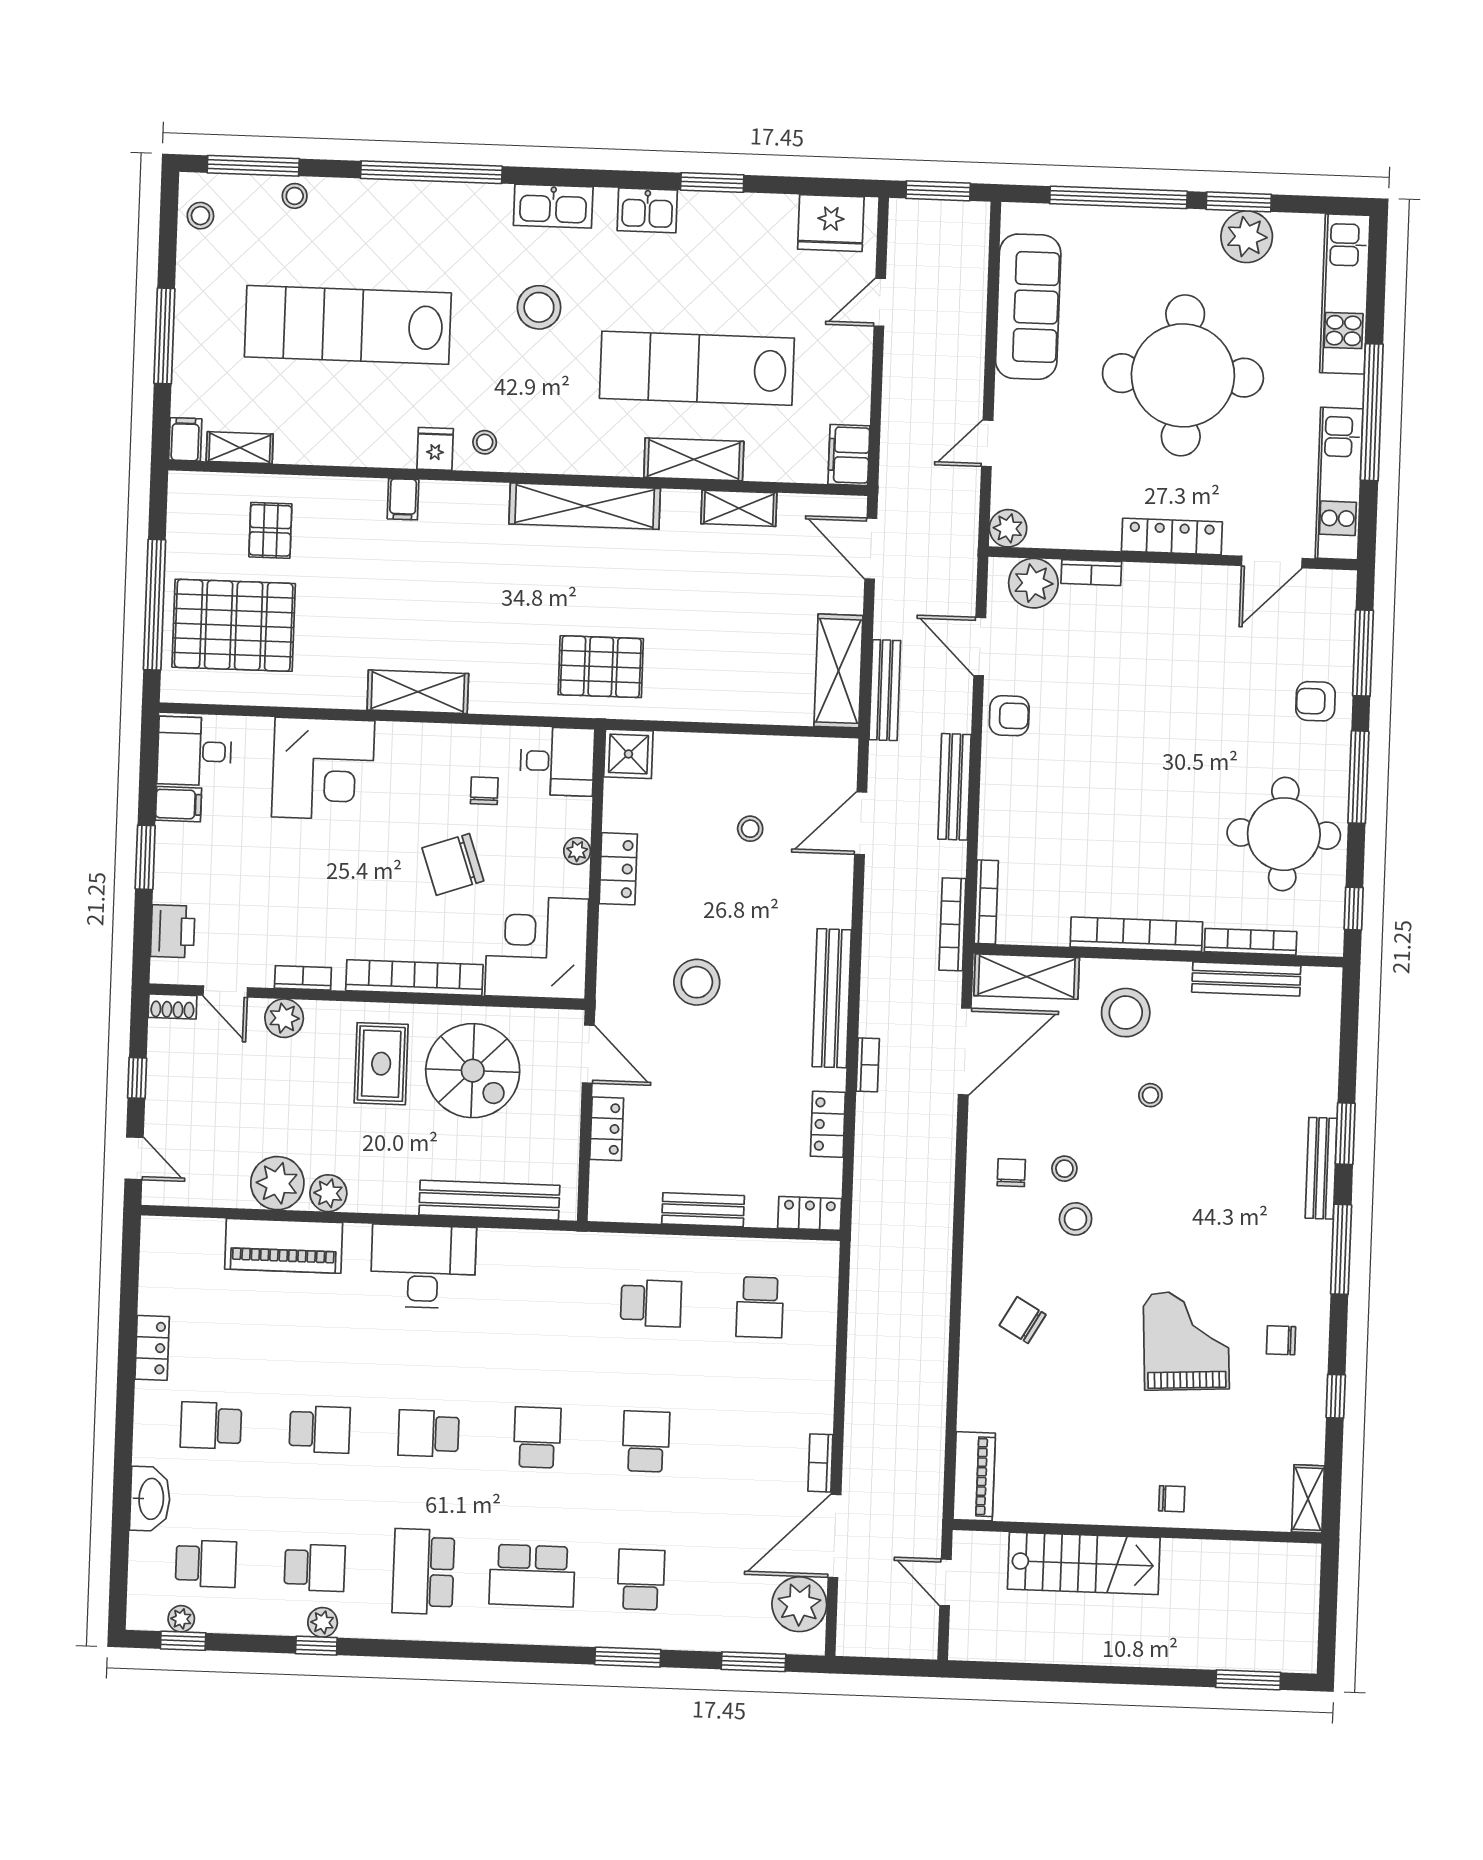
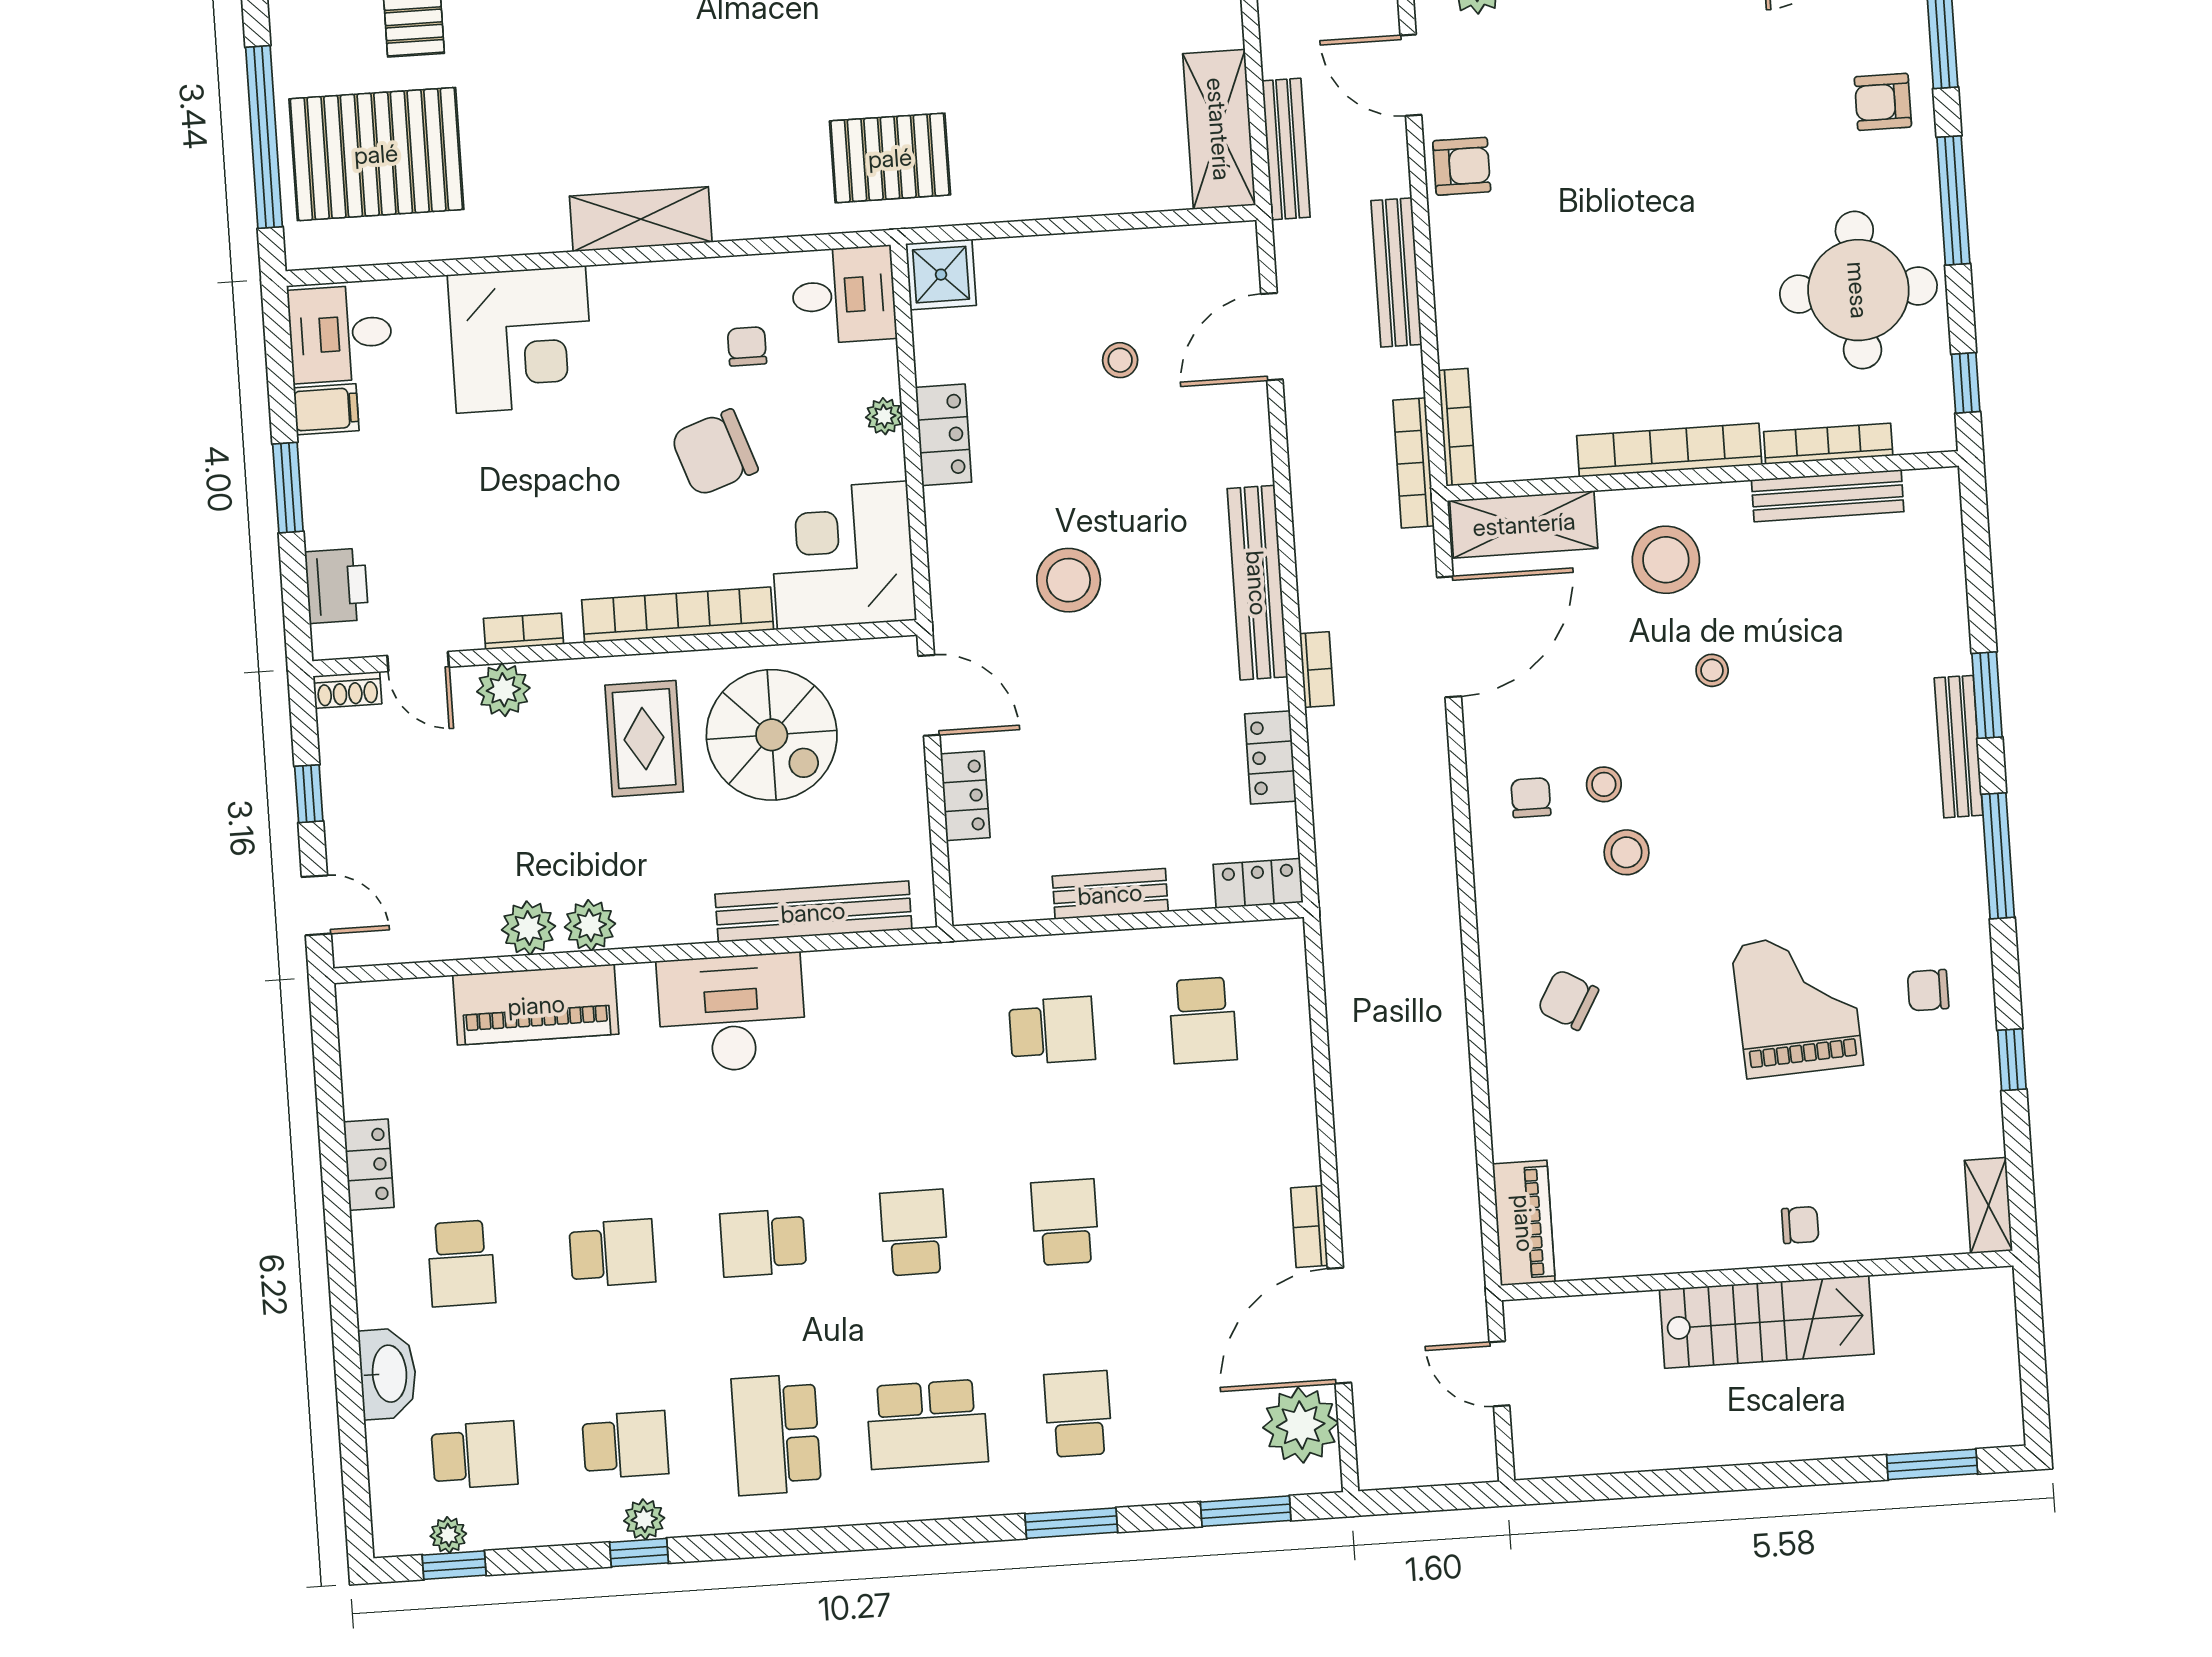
plant: (277, 1183) -> (528, 928), width x0.73, depth x0.73
school desk: (211, 1425) -> (461, 1263), turned -90
stairs: (1084, 1563) -> (1767, 1322), moved

